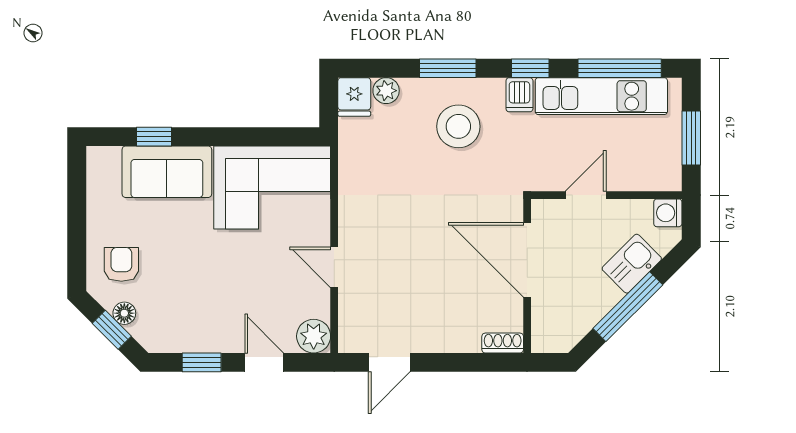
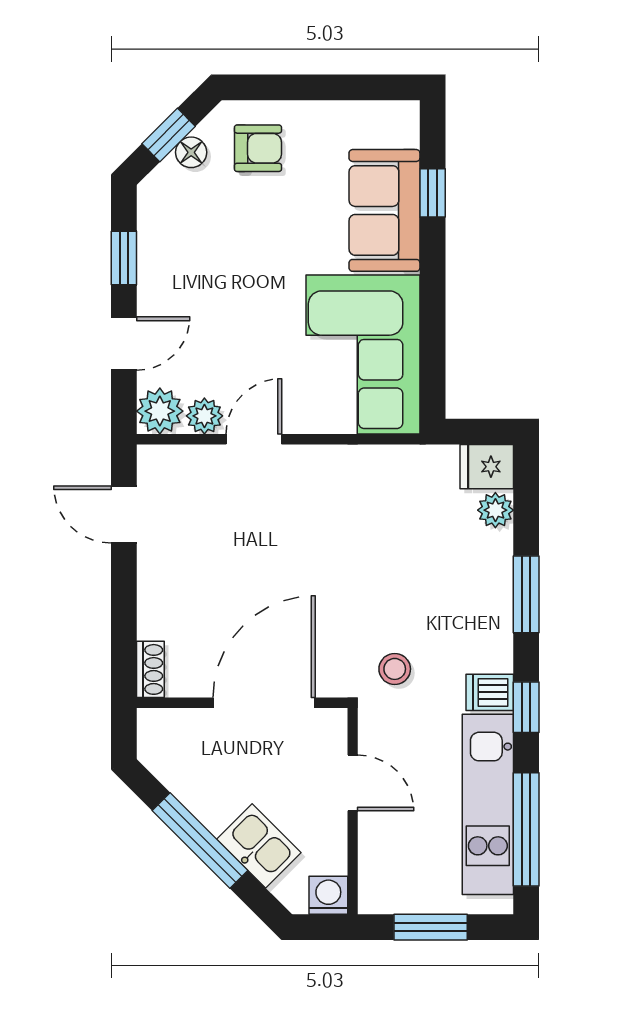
stool: (458, 126) -> (395, 669), moved, width x0.53, depth x0.53
plant: (317, 303) -> (204, 416), added

